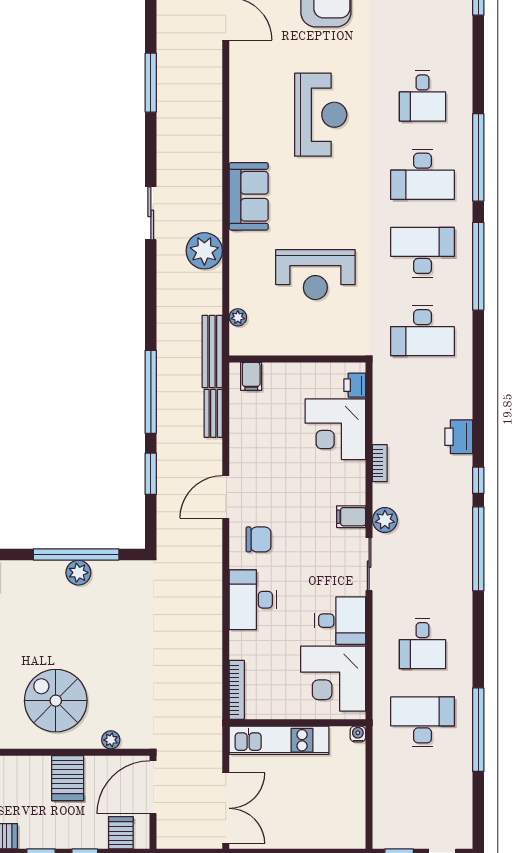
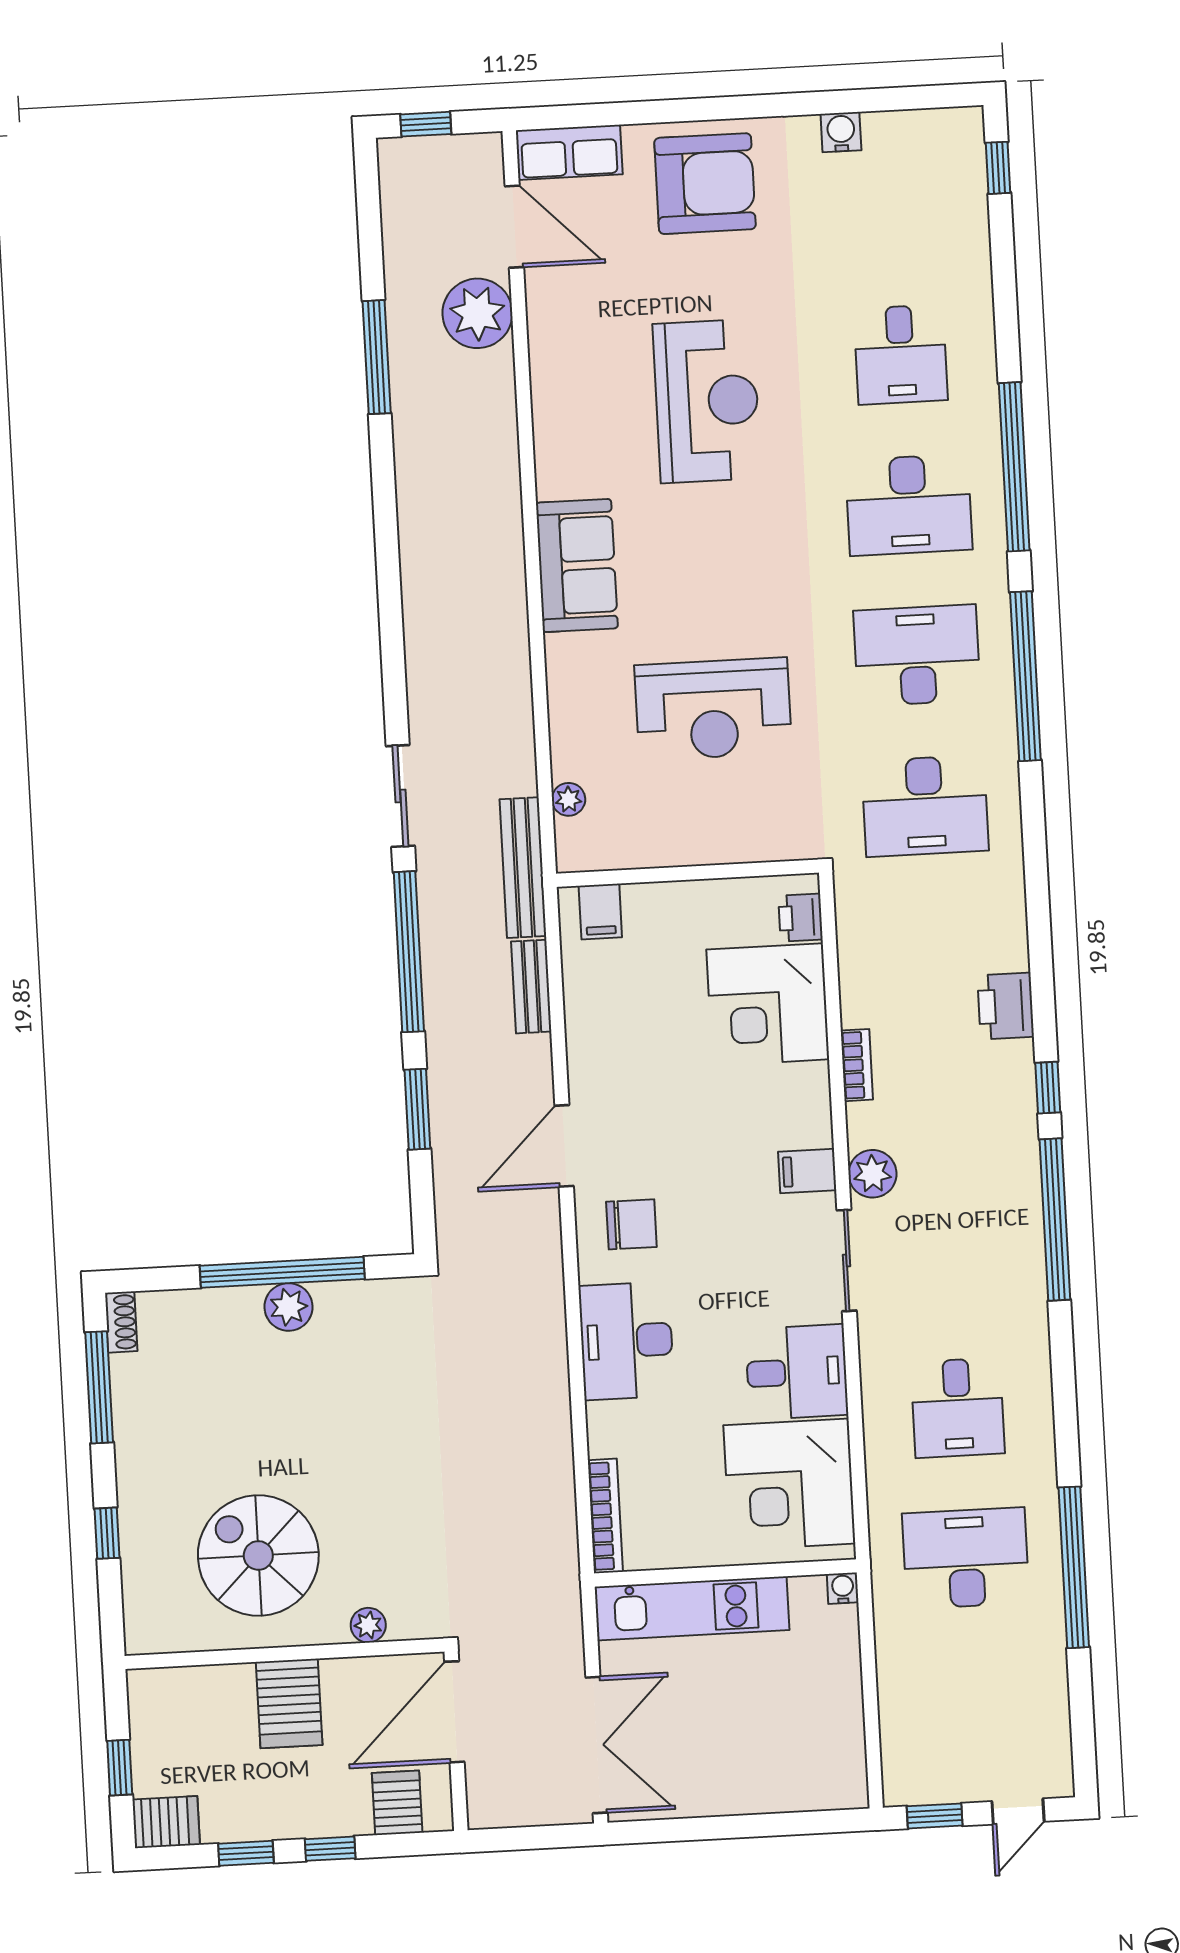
sliding door: (151, 213) -> (400, 796), moved
plant: (204, 251) -> (477, 313), moved

